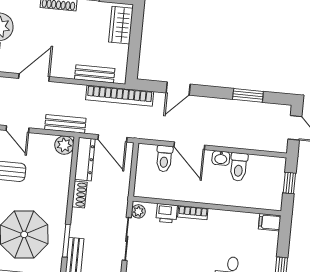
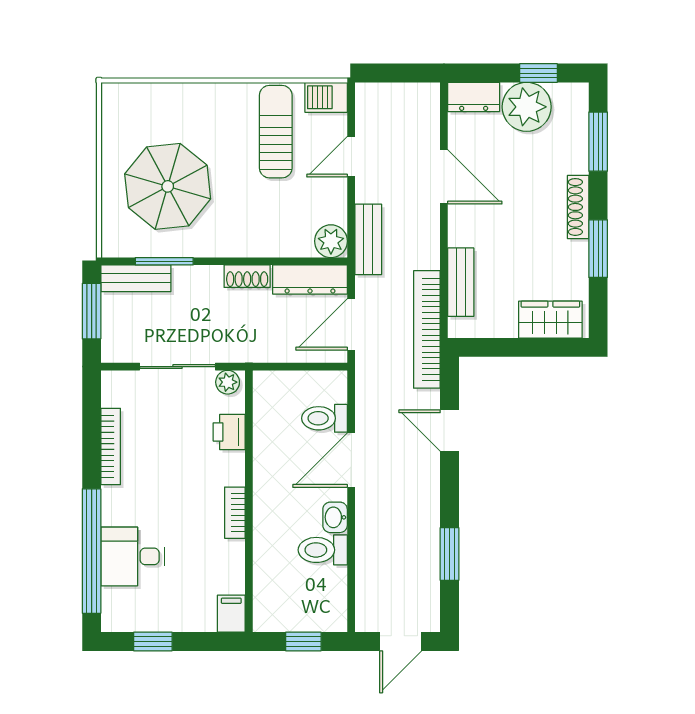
bookcase: (193, 213) -> (235, 513), moved

